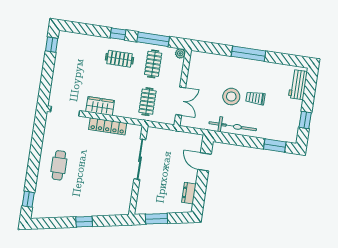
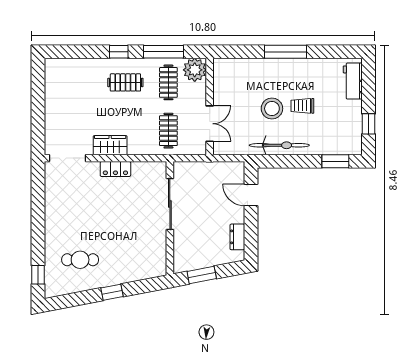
window: (52, 45) -> (38, 78), removed
plant: (180, 53) -> (195, 70), width x1.88, depth x1.88
locker: (108, 126) -> (115, 169), width x0.66
cafe table: (59, 165) -> (80, 260), moved, turned 90

